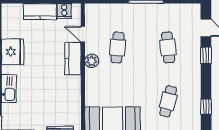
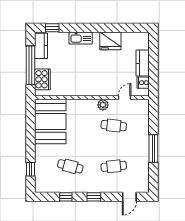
window: (206, 55) -> (94, 197), moved
kitchen counter: (73, 59) -> (105, 90), removed

